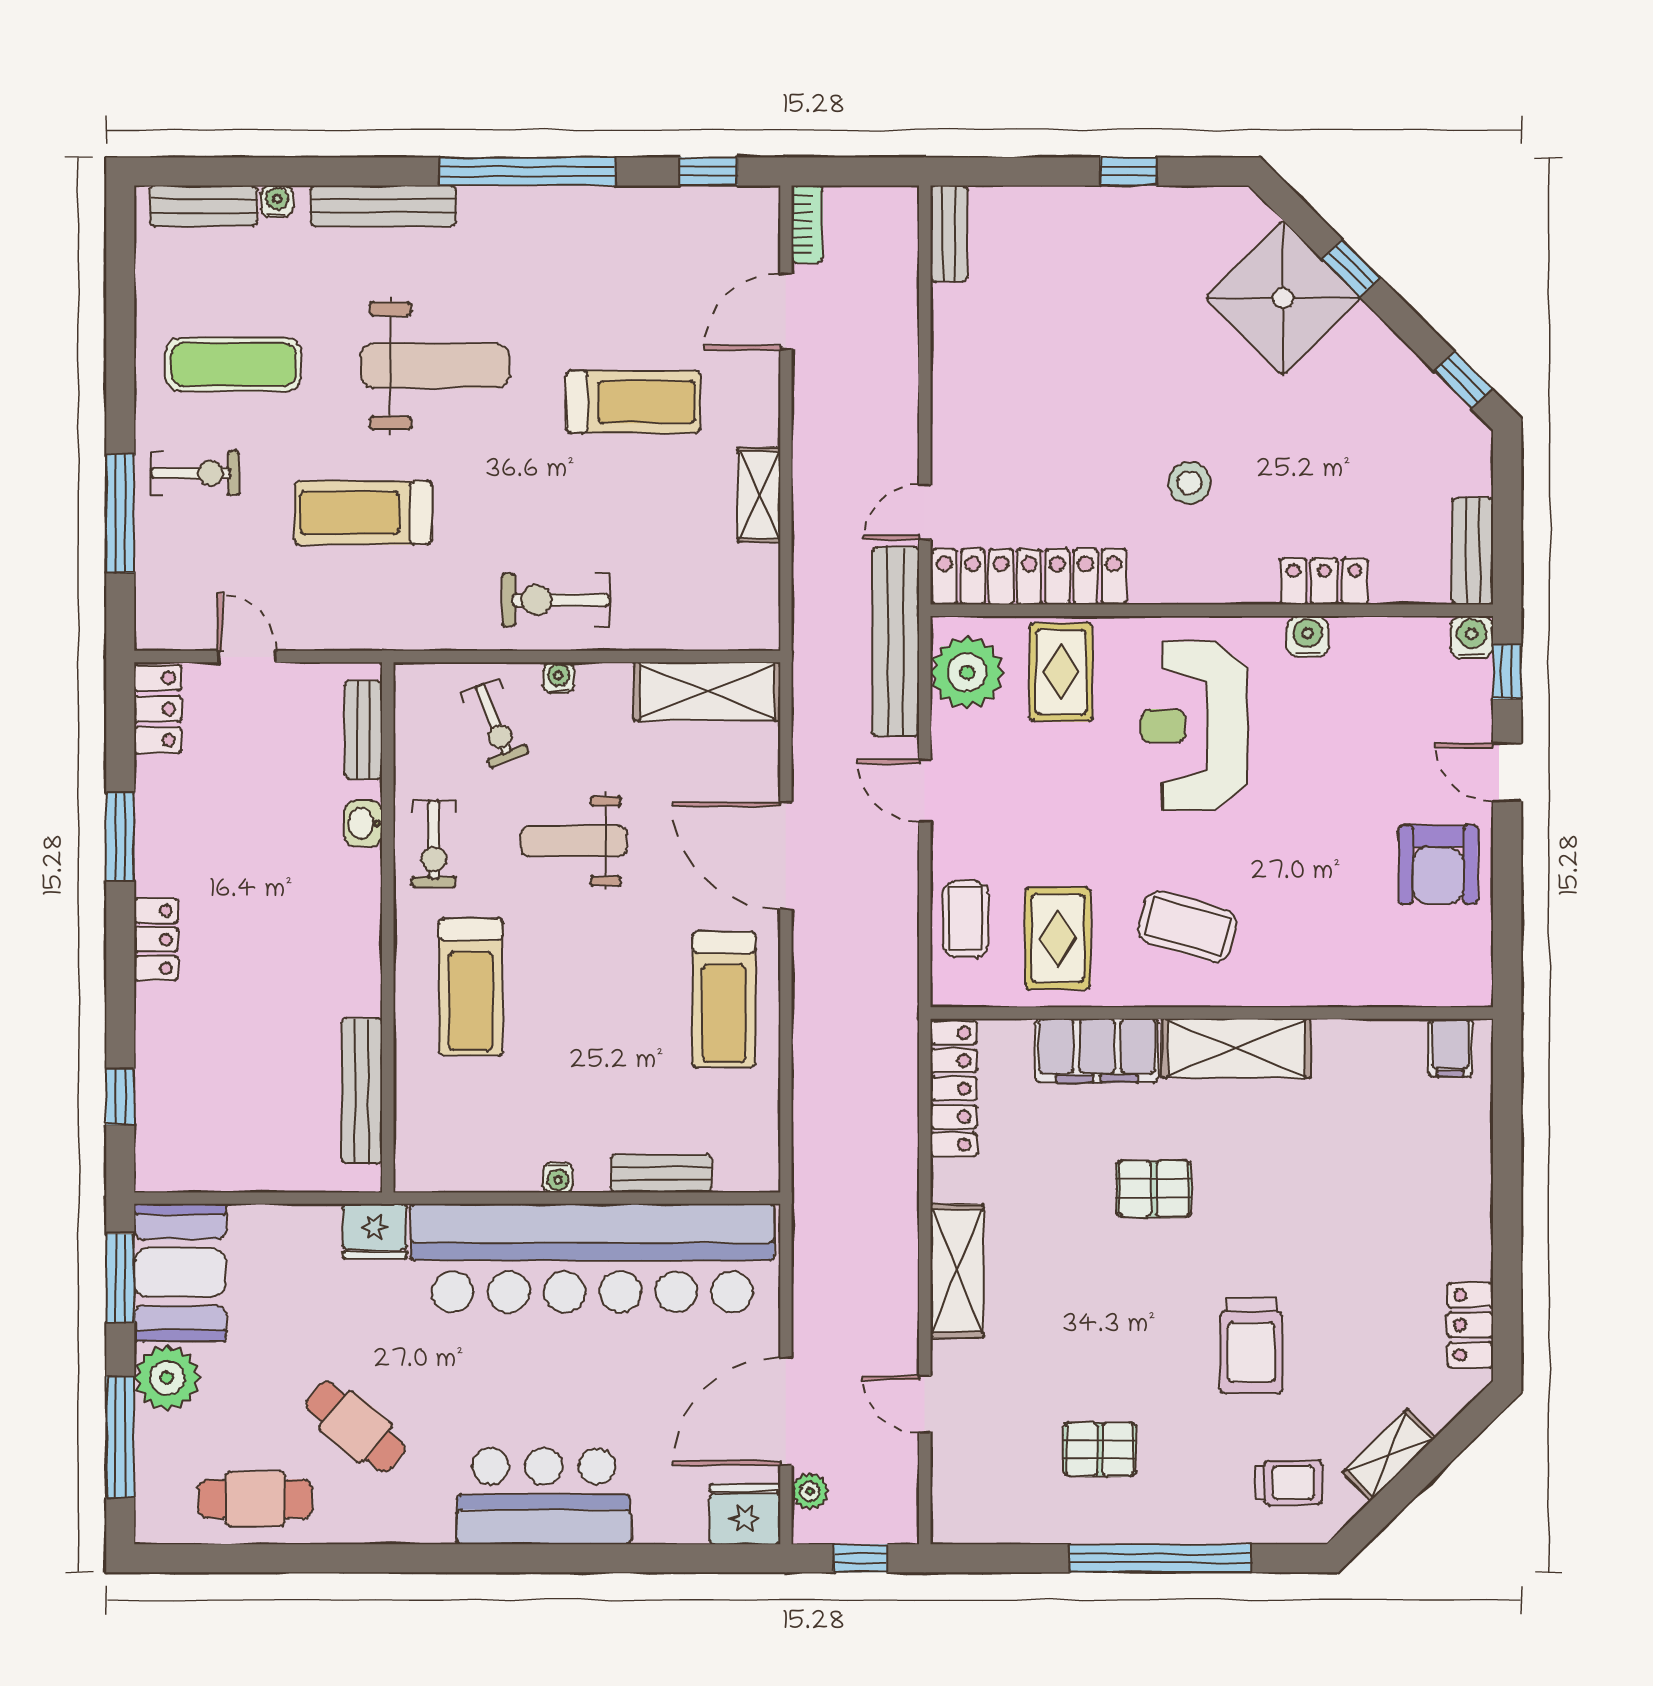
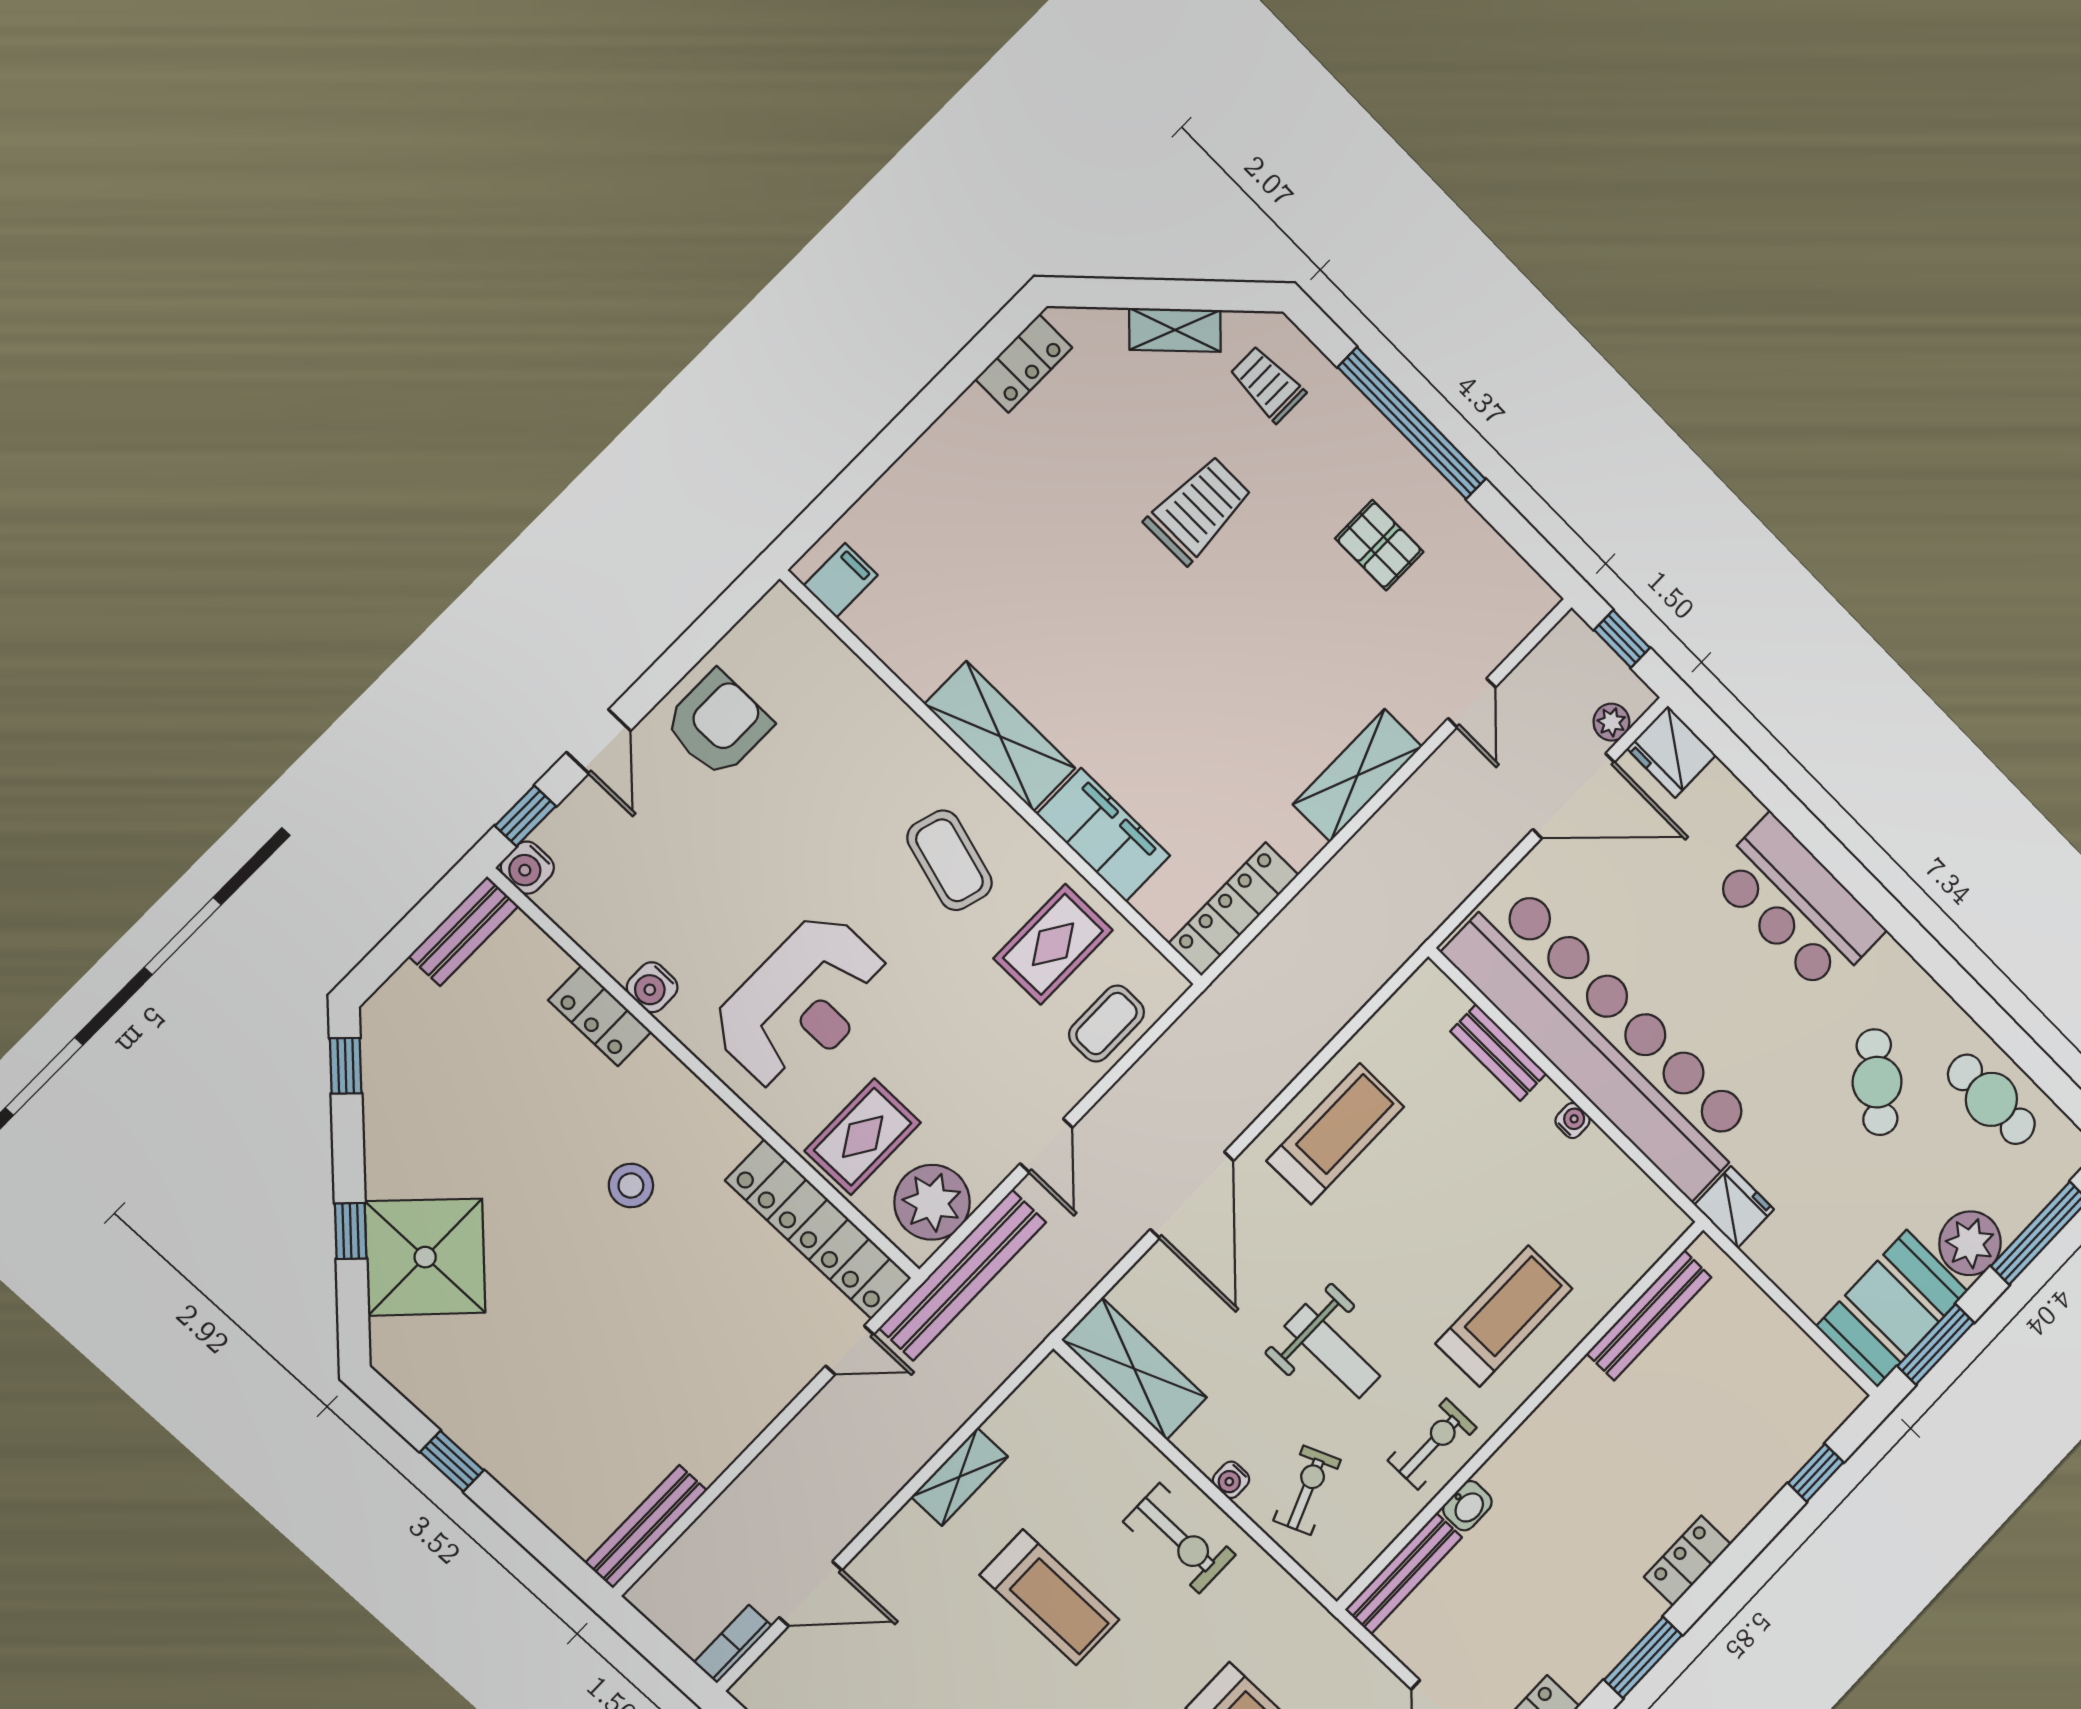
bench: (949, 234) -> (646, 1527), width x1.36
treadmill: (633, 402) -> (1050, 1597), moved, turned 180
bench: (364, 730) -> (1404, 1573), width x1.36
pallet: (1154, 1189) -> (1159, 694), removed

